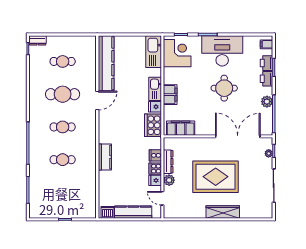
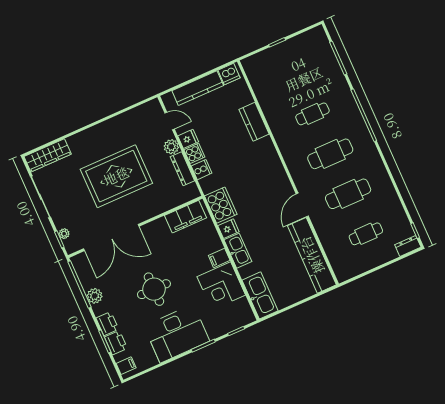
corner desk: (177, 53) -> (221, 286), moved
filing cabinet: (170, 95) -> (219, 258), width x0.50
cafe table: (63, 127) -> (330, 154), width x1.37, depth x1.35
kitchen counter: (105, 157) -> (254, 122), moved
wardrobe: (223, 212) -> (48, 155), moved

